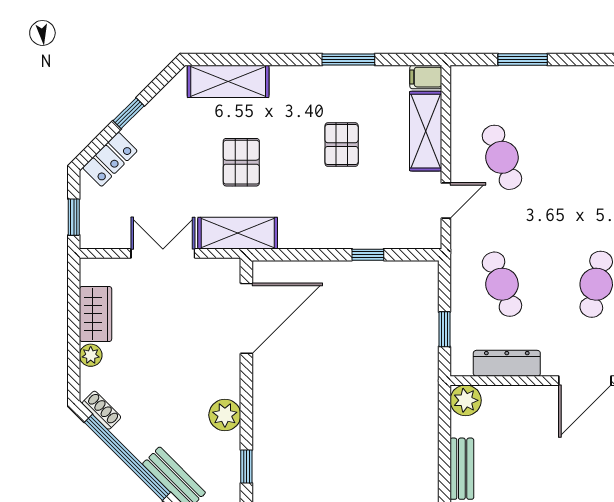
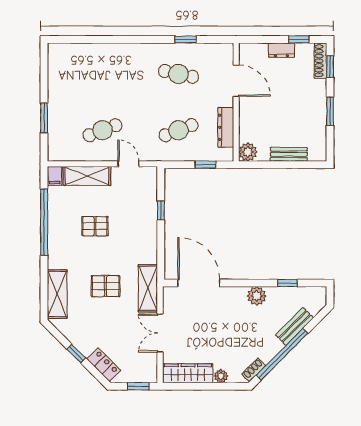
window: (348, 59) -> (44, 222), width x2.11
wardrobe: (96, 314) -> (188, 373), width x1.50

